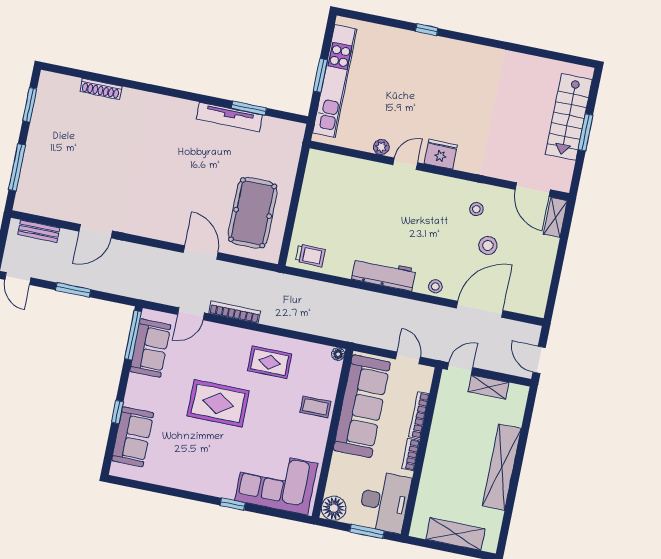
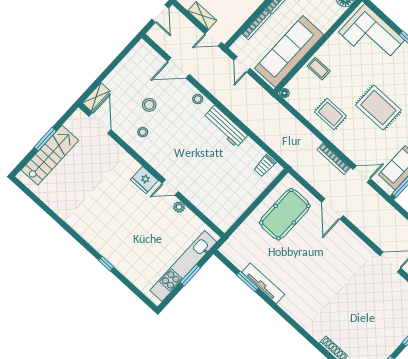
trolley: (310, 255) -> (265, 166), turned -90
door: (480, 309) -> (178, 68), width x0.73

